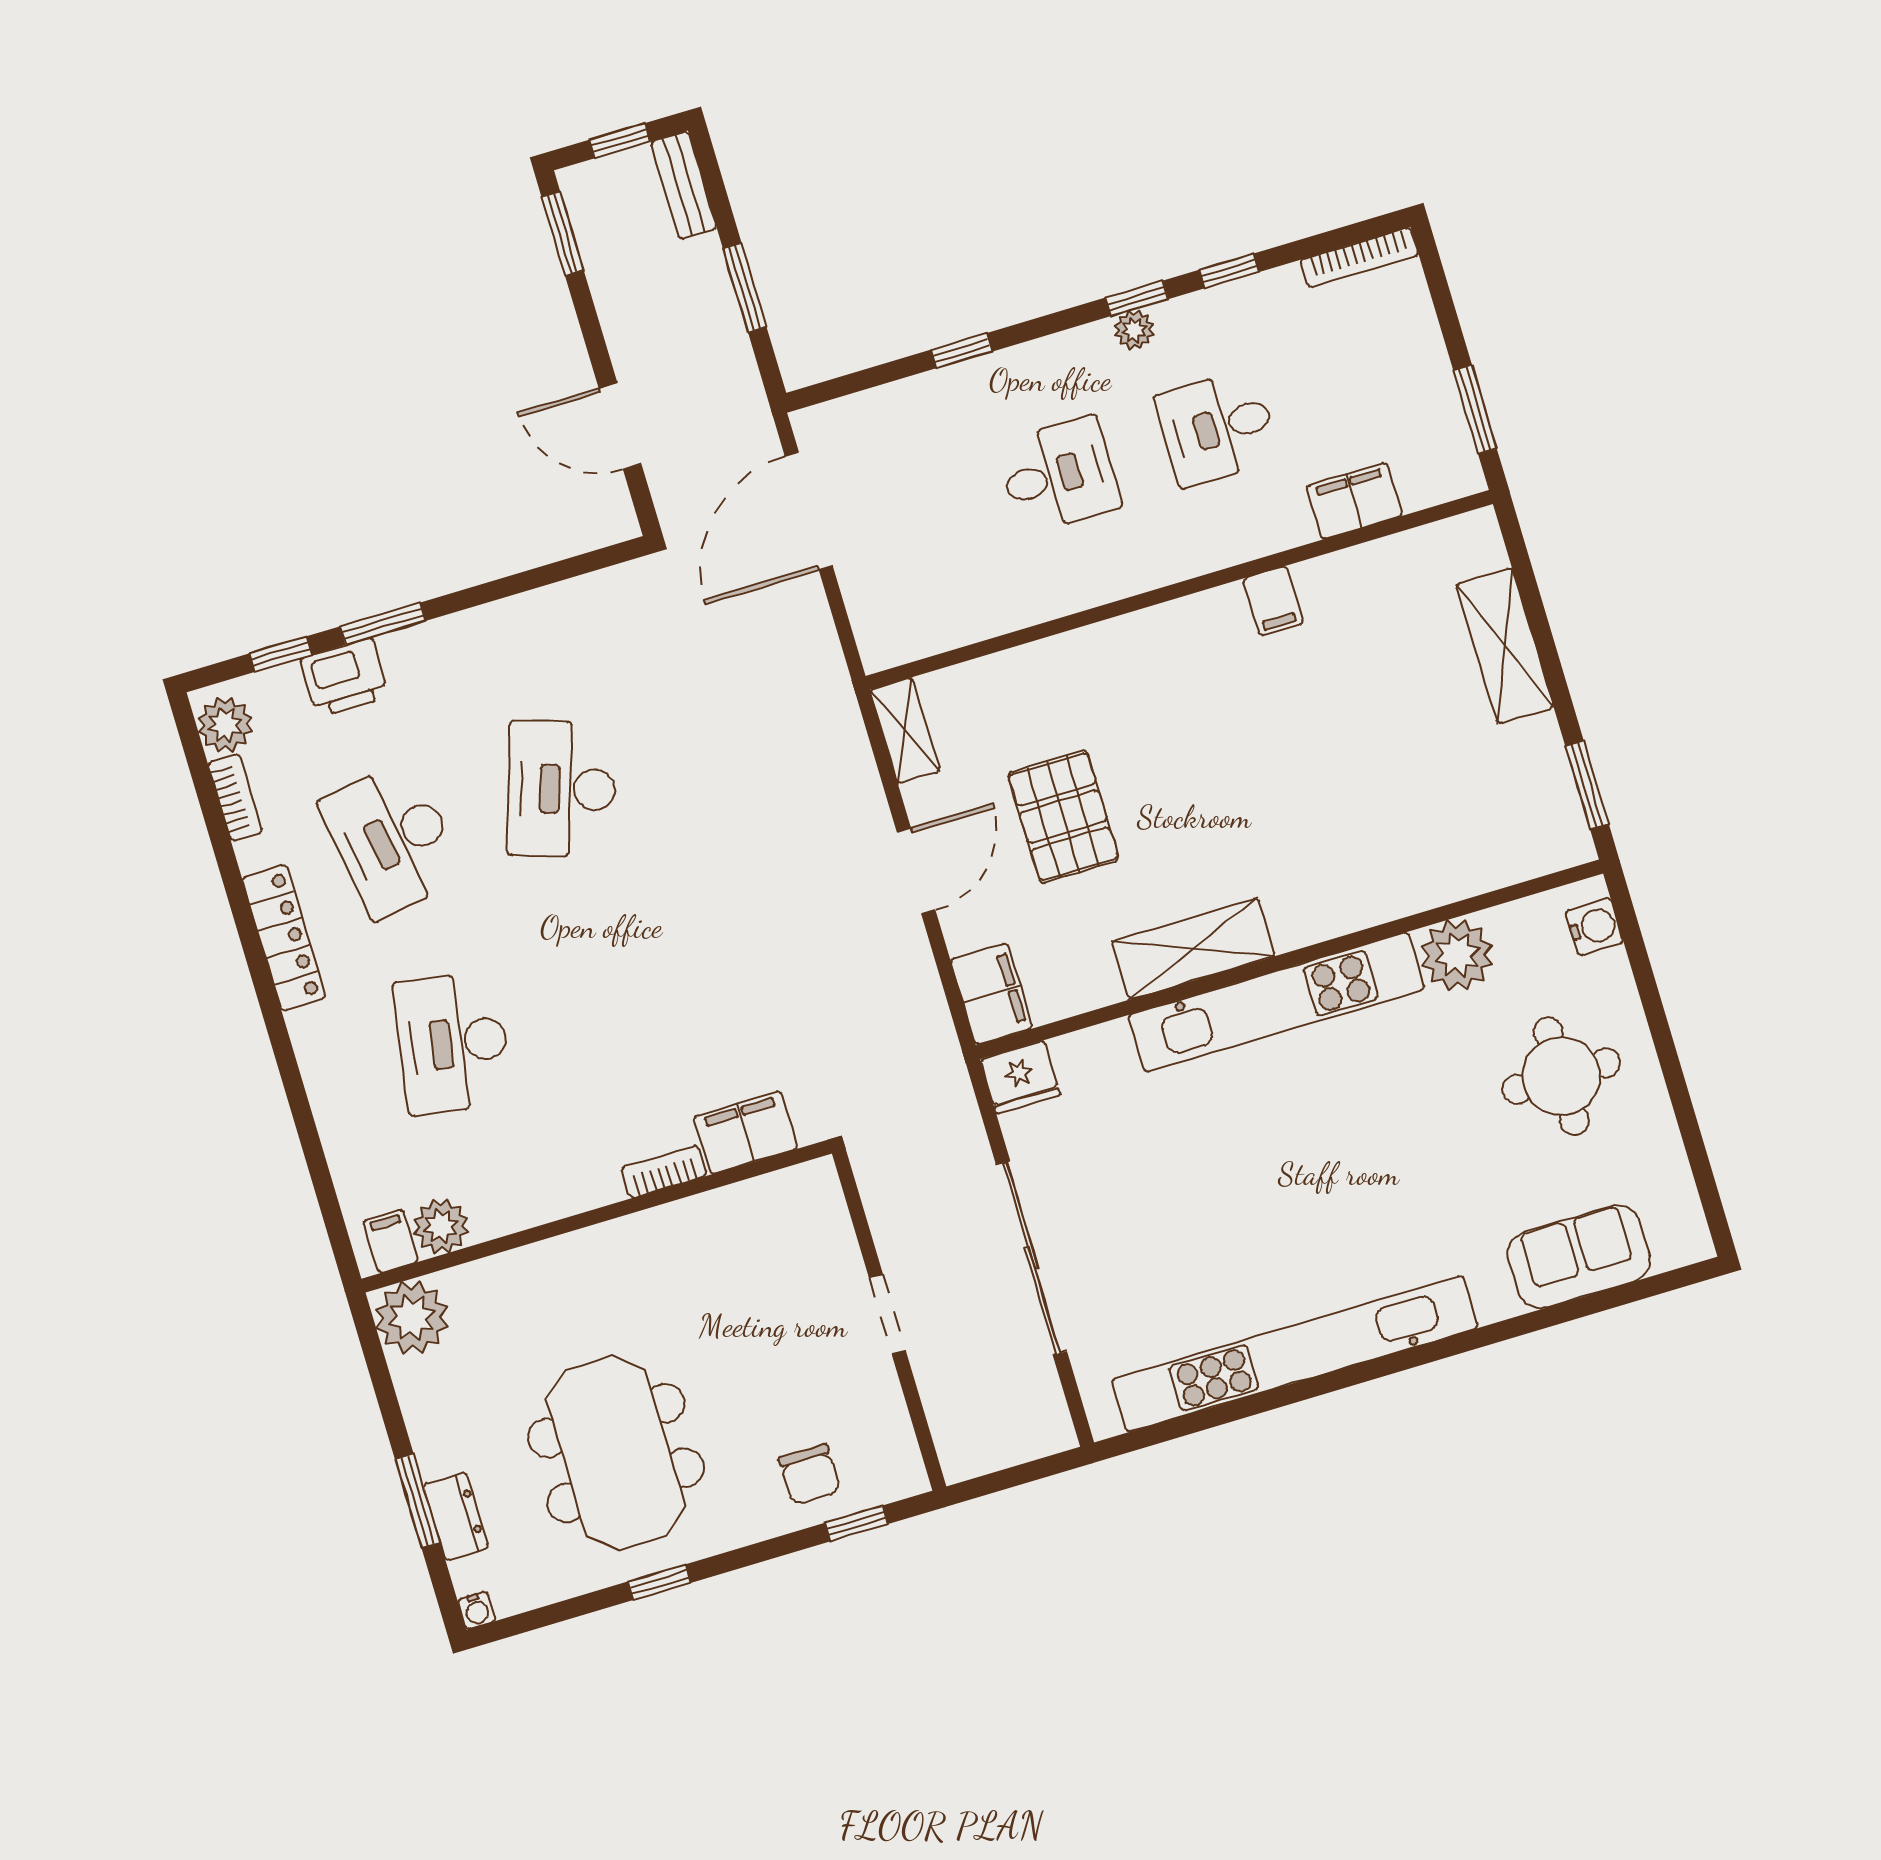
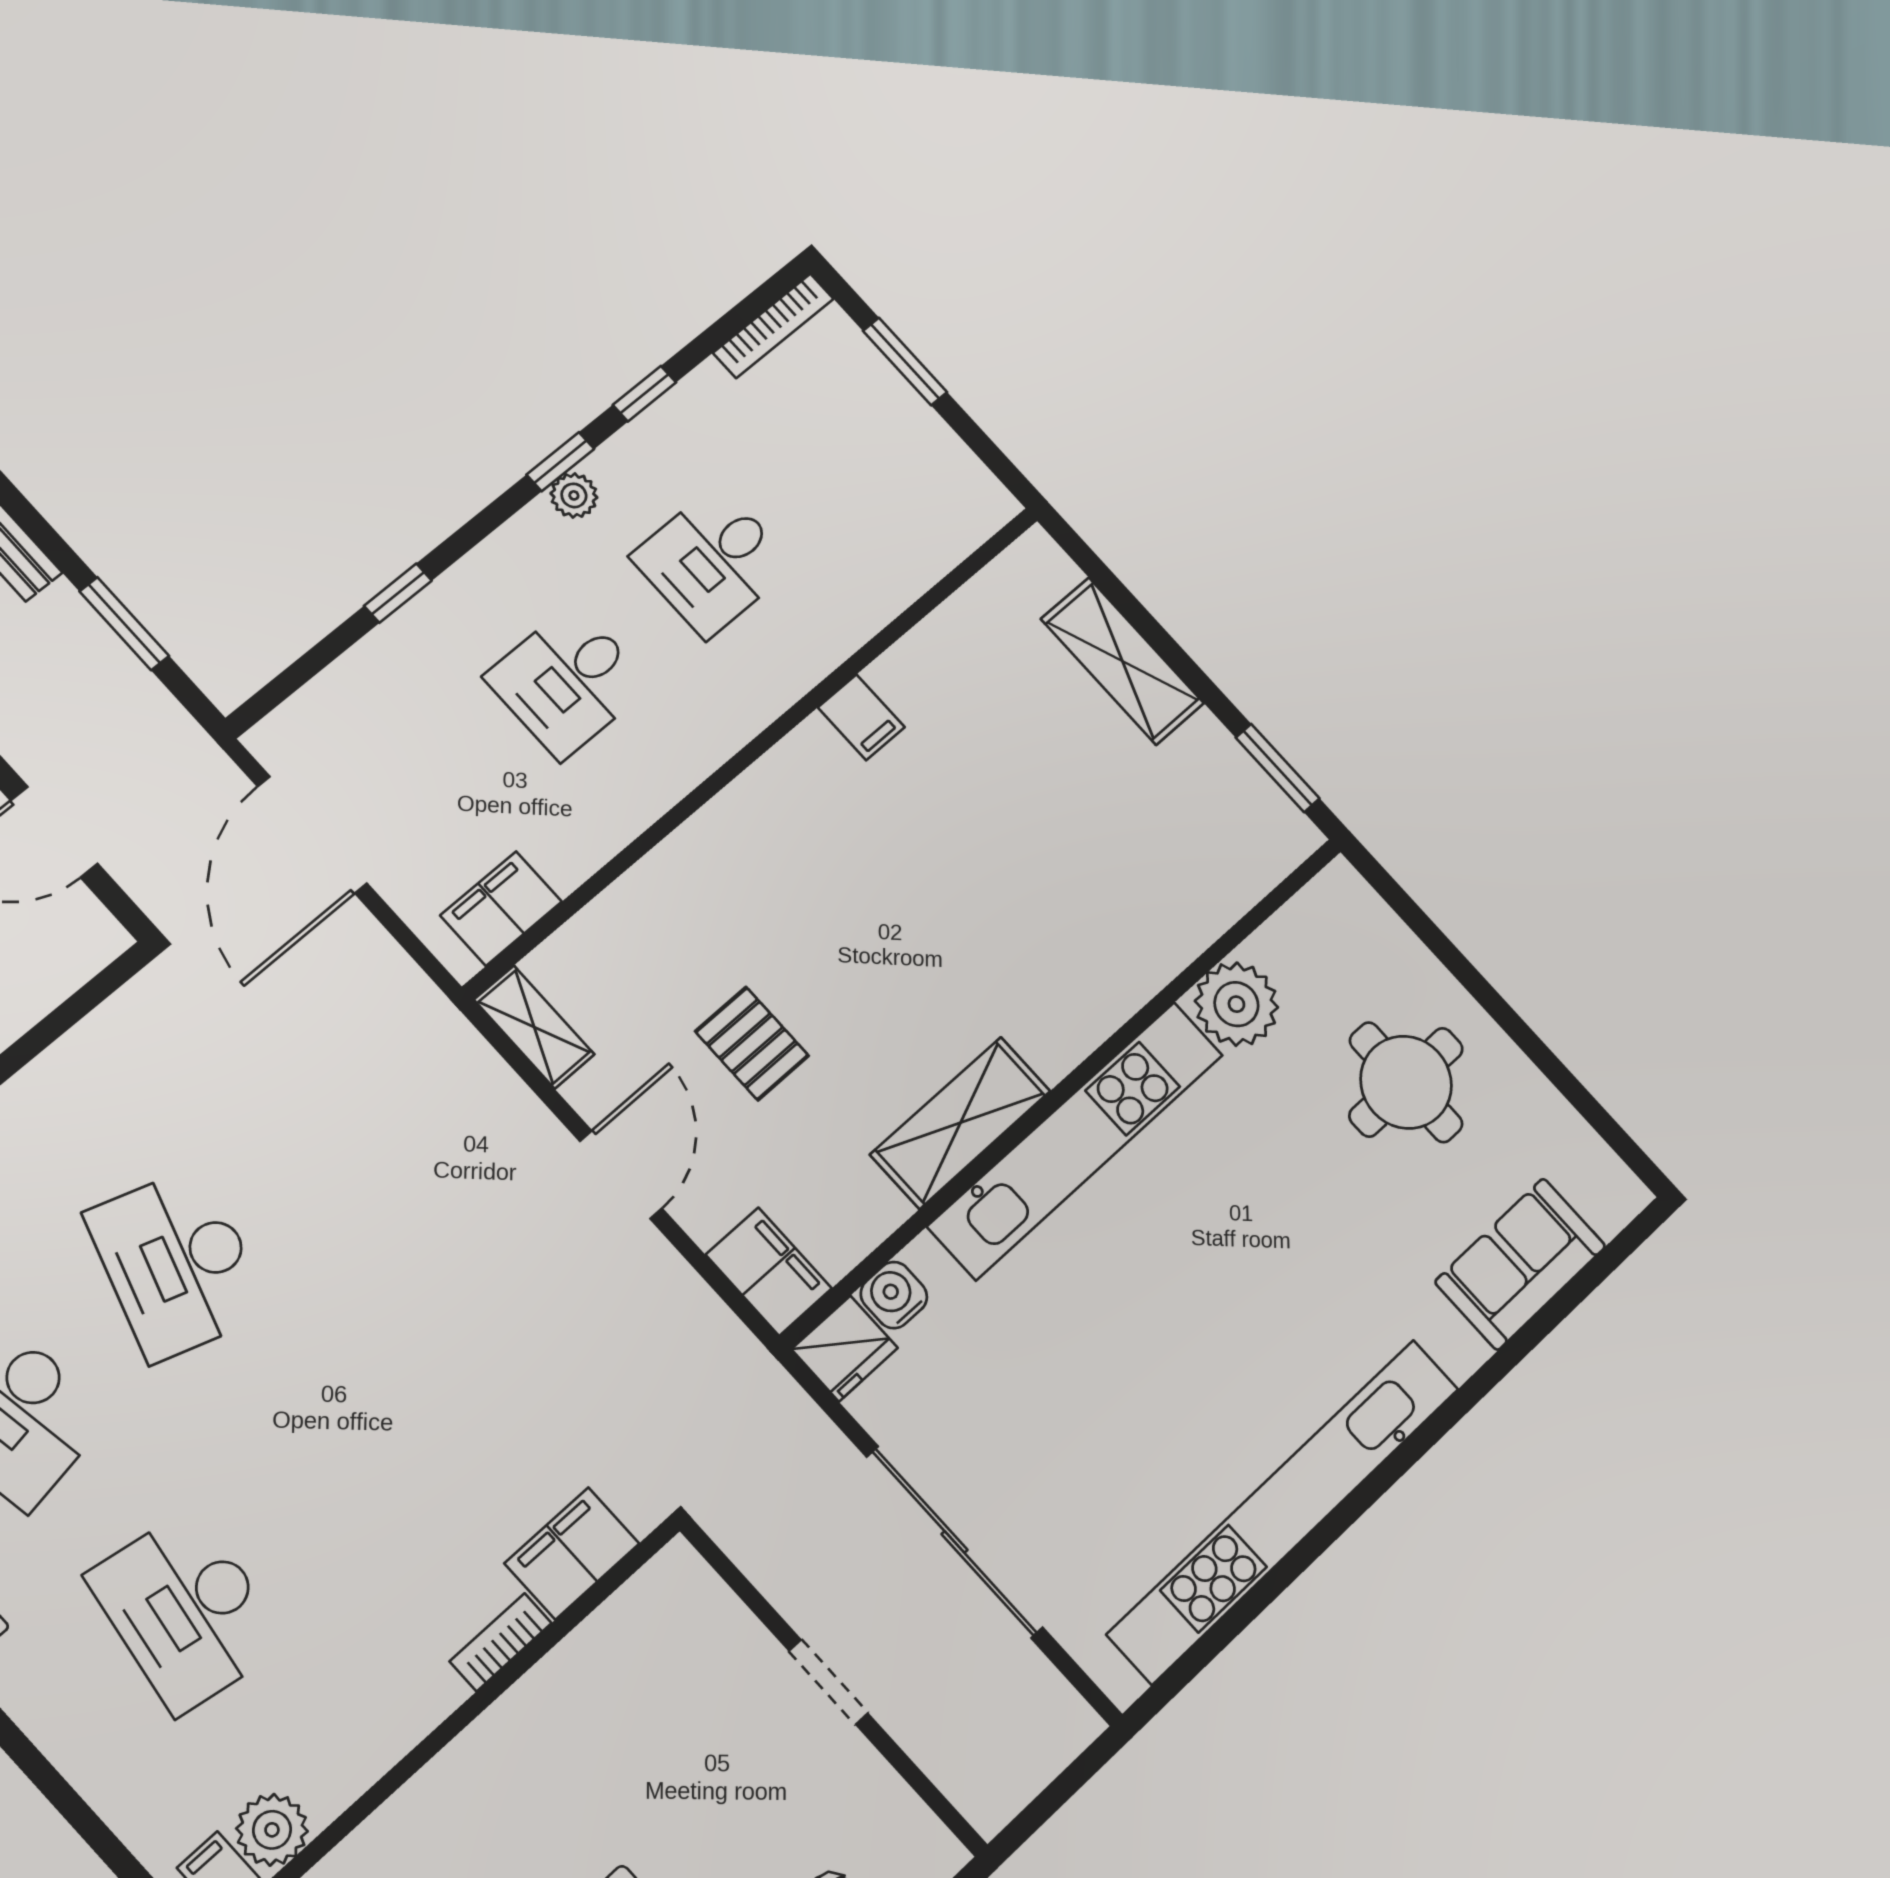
window: (1475, 409) -> (905, 361), moved
desk: (1059, 475) -> (568, 681), turned 180
filing cabinet: (1354, 501) -> (501, 909), moved
pallet: (1063, 817) -> (752, 1044), width x0.67, depth x0.71
water cooler: (1594, 927) -> (894, 1295), moved, turned -90

